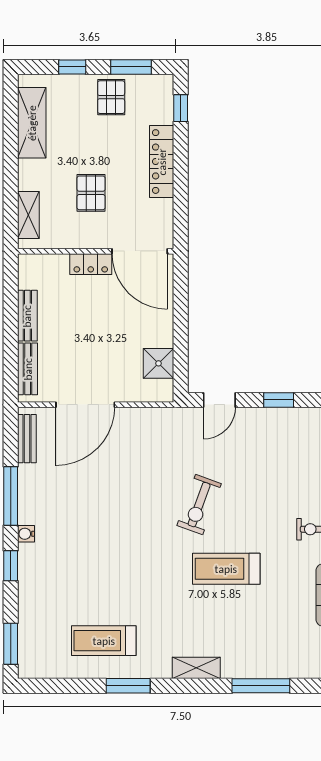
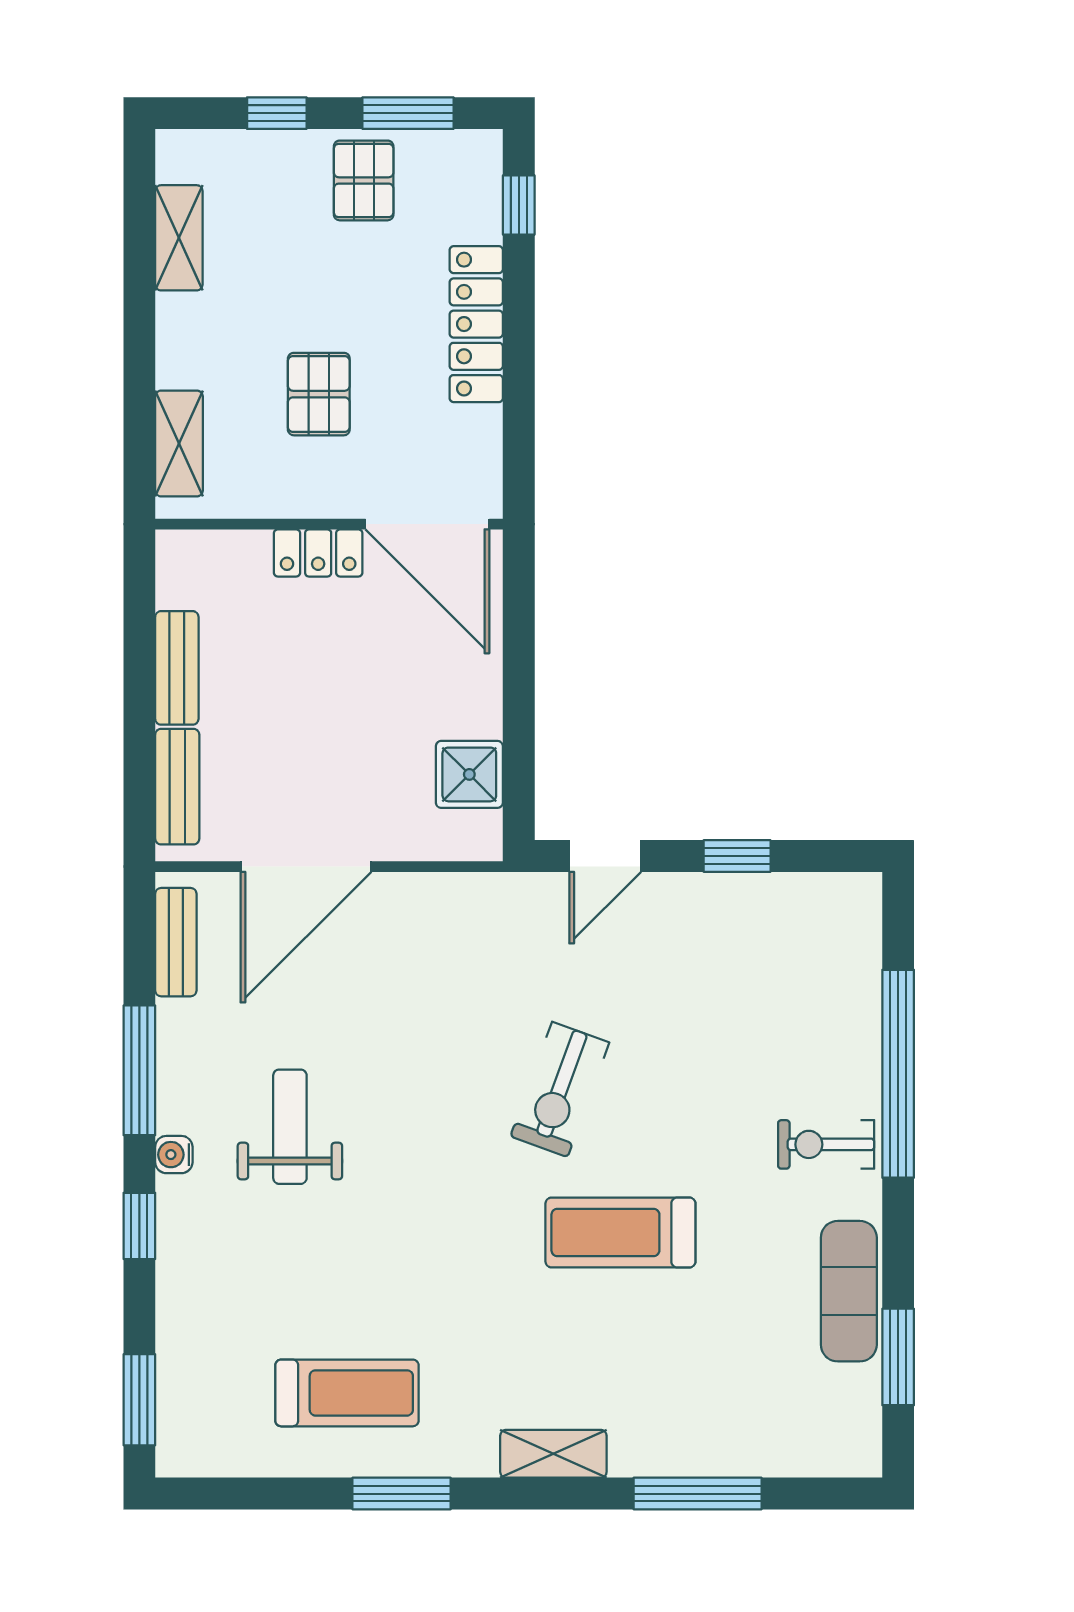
shelving: (32, 123) -> (179, 238), width x0.67, depth x0.75
weight bench: (78, 521) -> (290, 1127), added
treadmill: (104, 641) -> (347, 1393), turned 180

